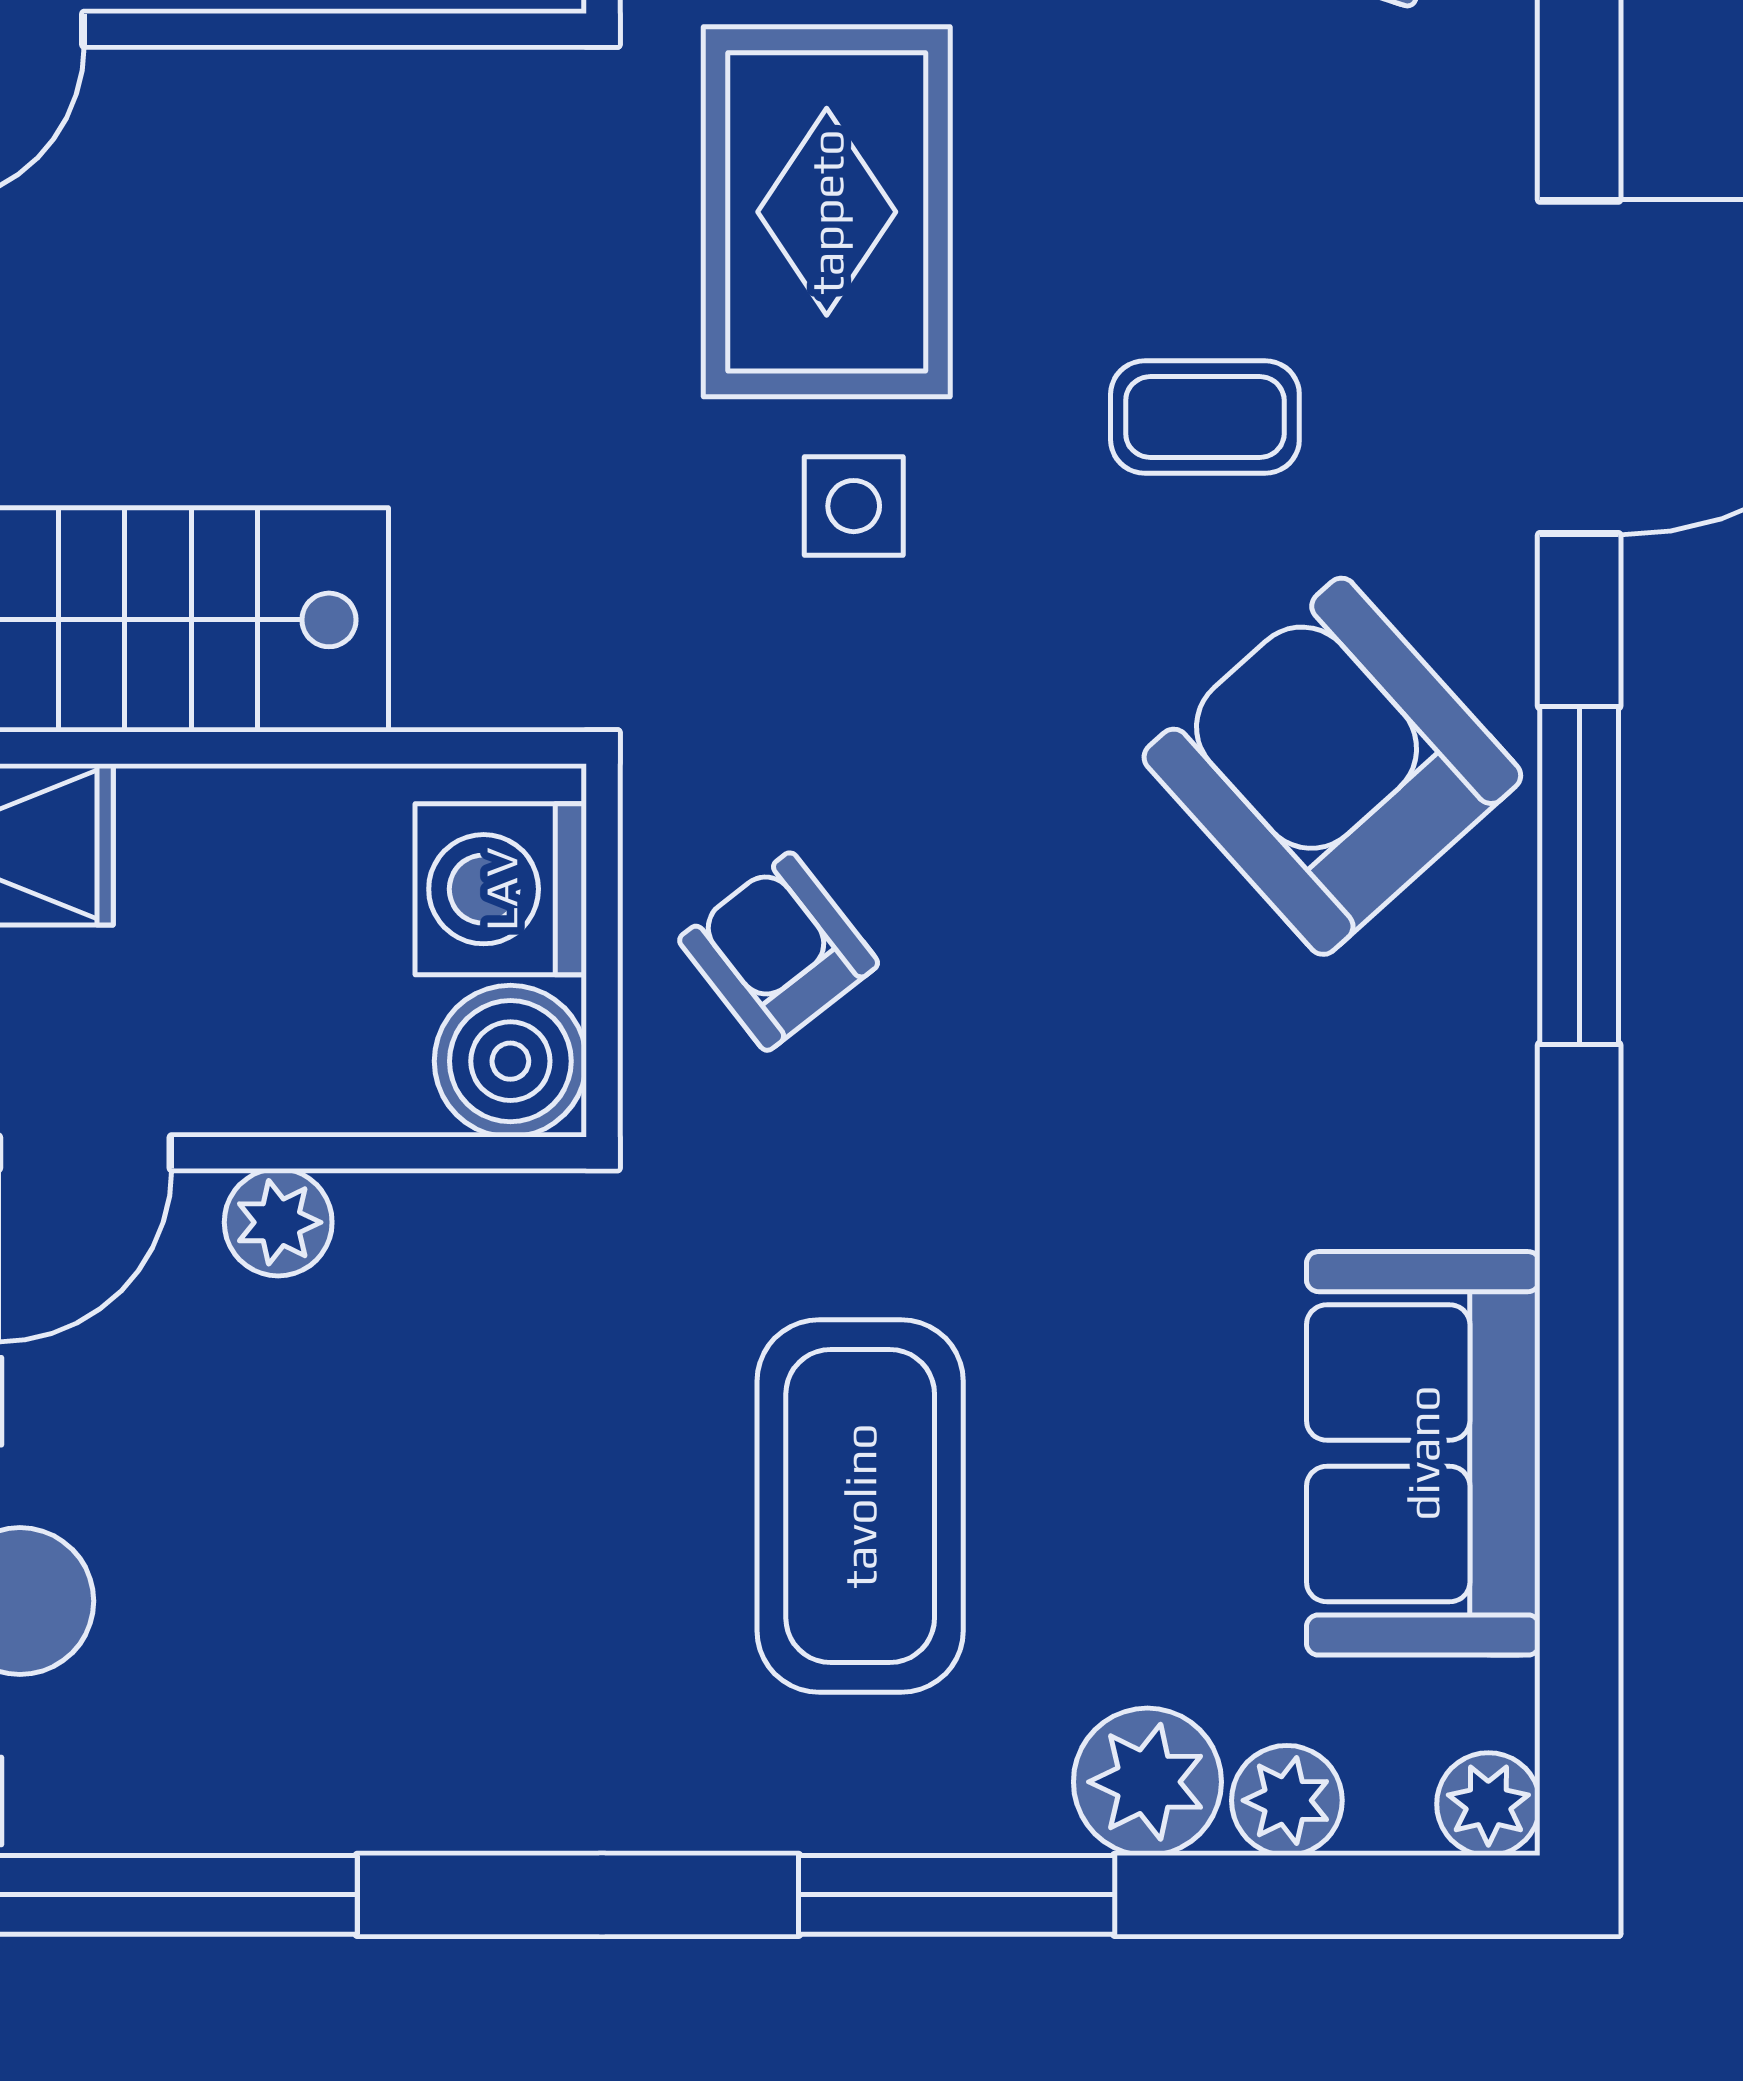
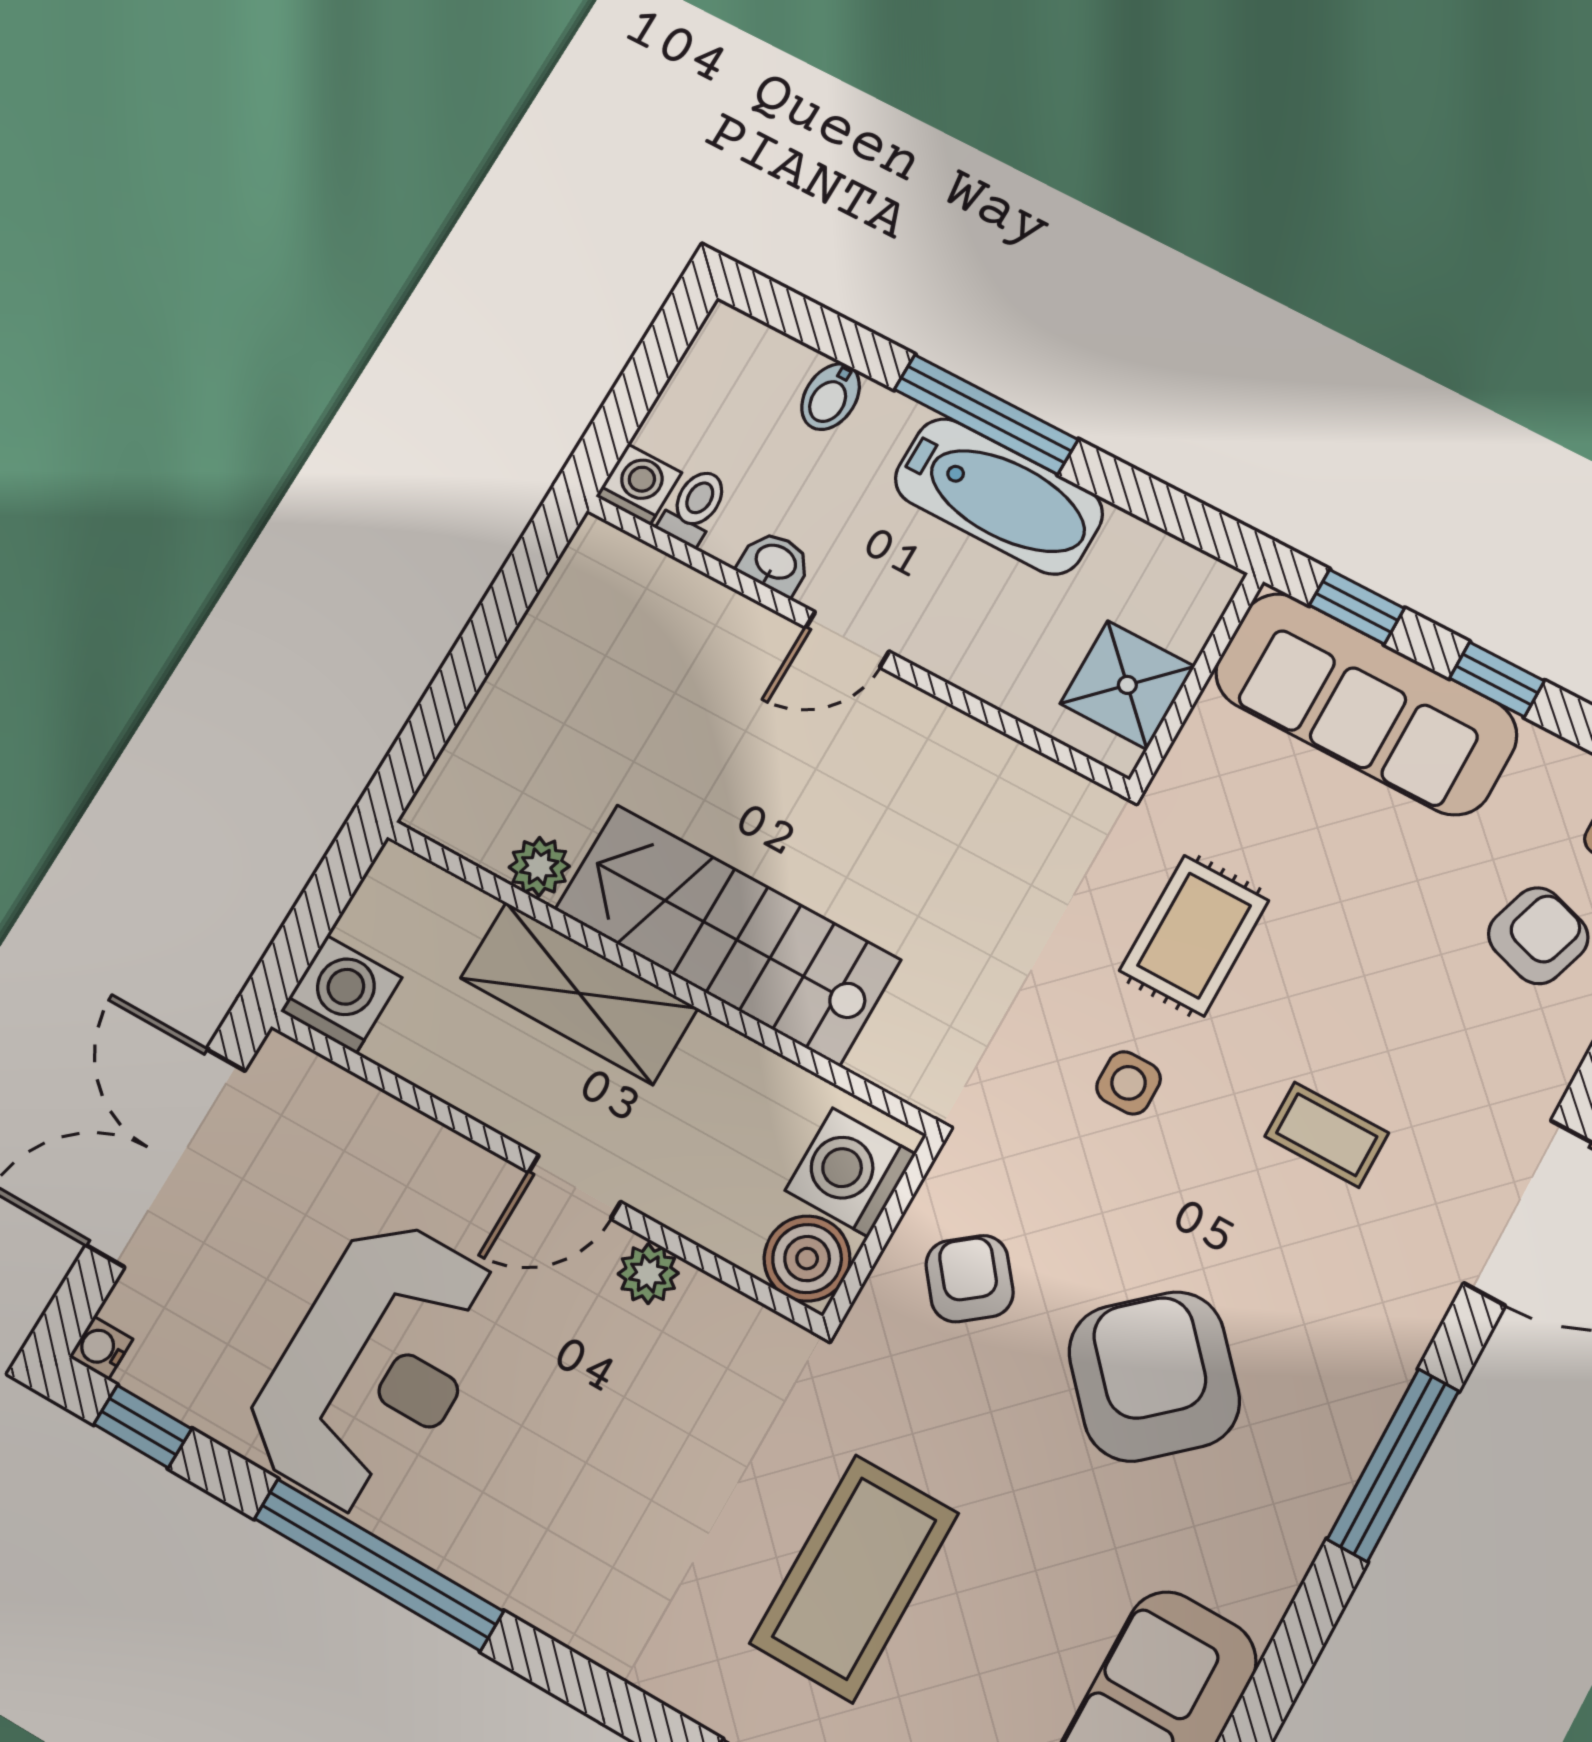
rug: (827, 212) -> (1194, 936), width x0.73, depth x0.70
armchair: (1332, 766) -> (1154, 1376), moved

